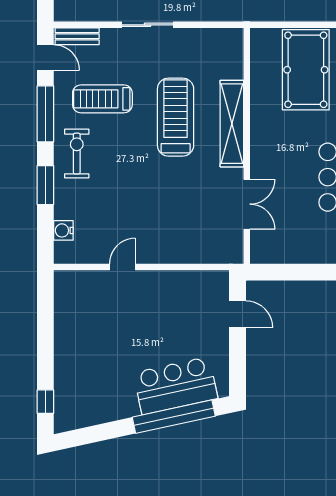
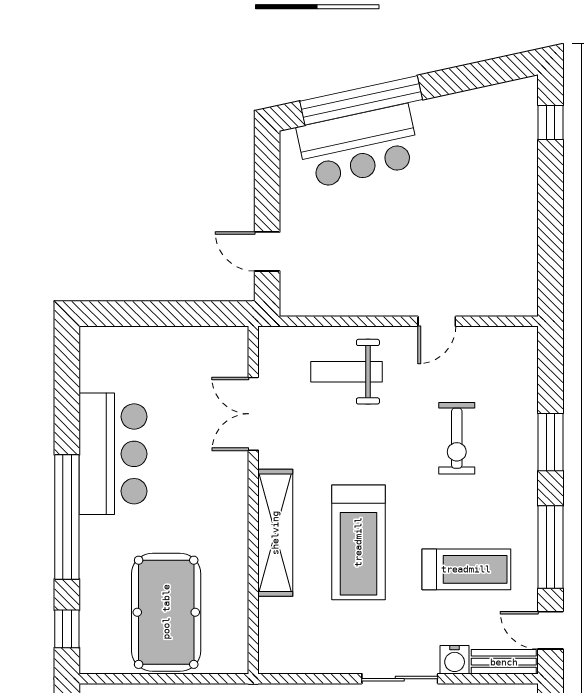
exercise bike: (77, 154) -> (457, 438), moved
water cooler: (63, 230) -> (455, 660), moved, turned 90
weight bench: (184, 233) -> (347, 372), added

